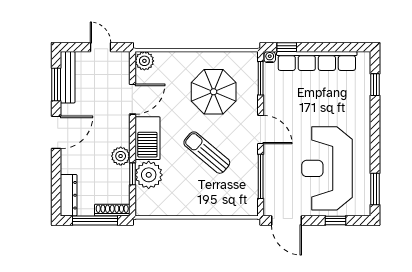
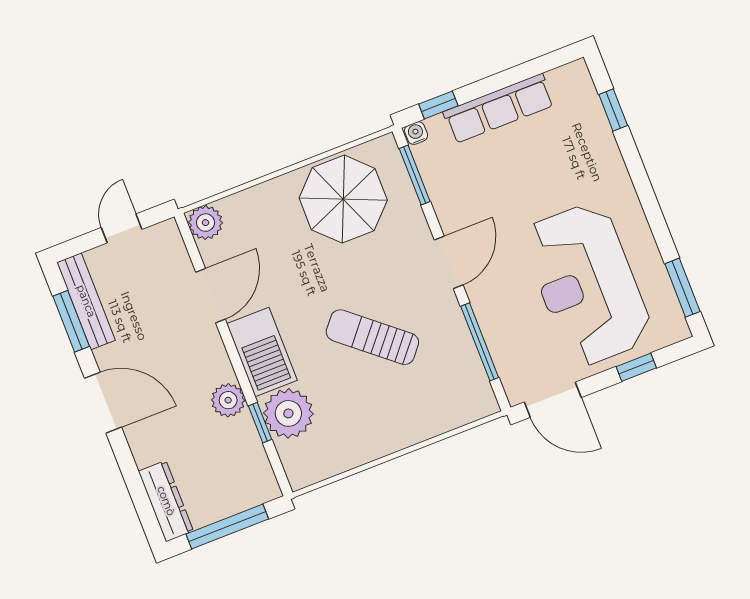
door: (100, 47) -> (122, 228), hinge flipped
row of seats: (317, 61) -> (499, 109), width x0.73
parasol: (214, 92) -> (343, 199), moved
door: (261, 130) -> (449, 262), hinge flipped
door: (56, 132) -> (103, 403), hinge flipped
shoe rack: (112, 210) -> (250, 498), removed

